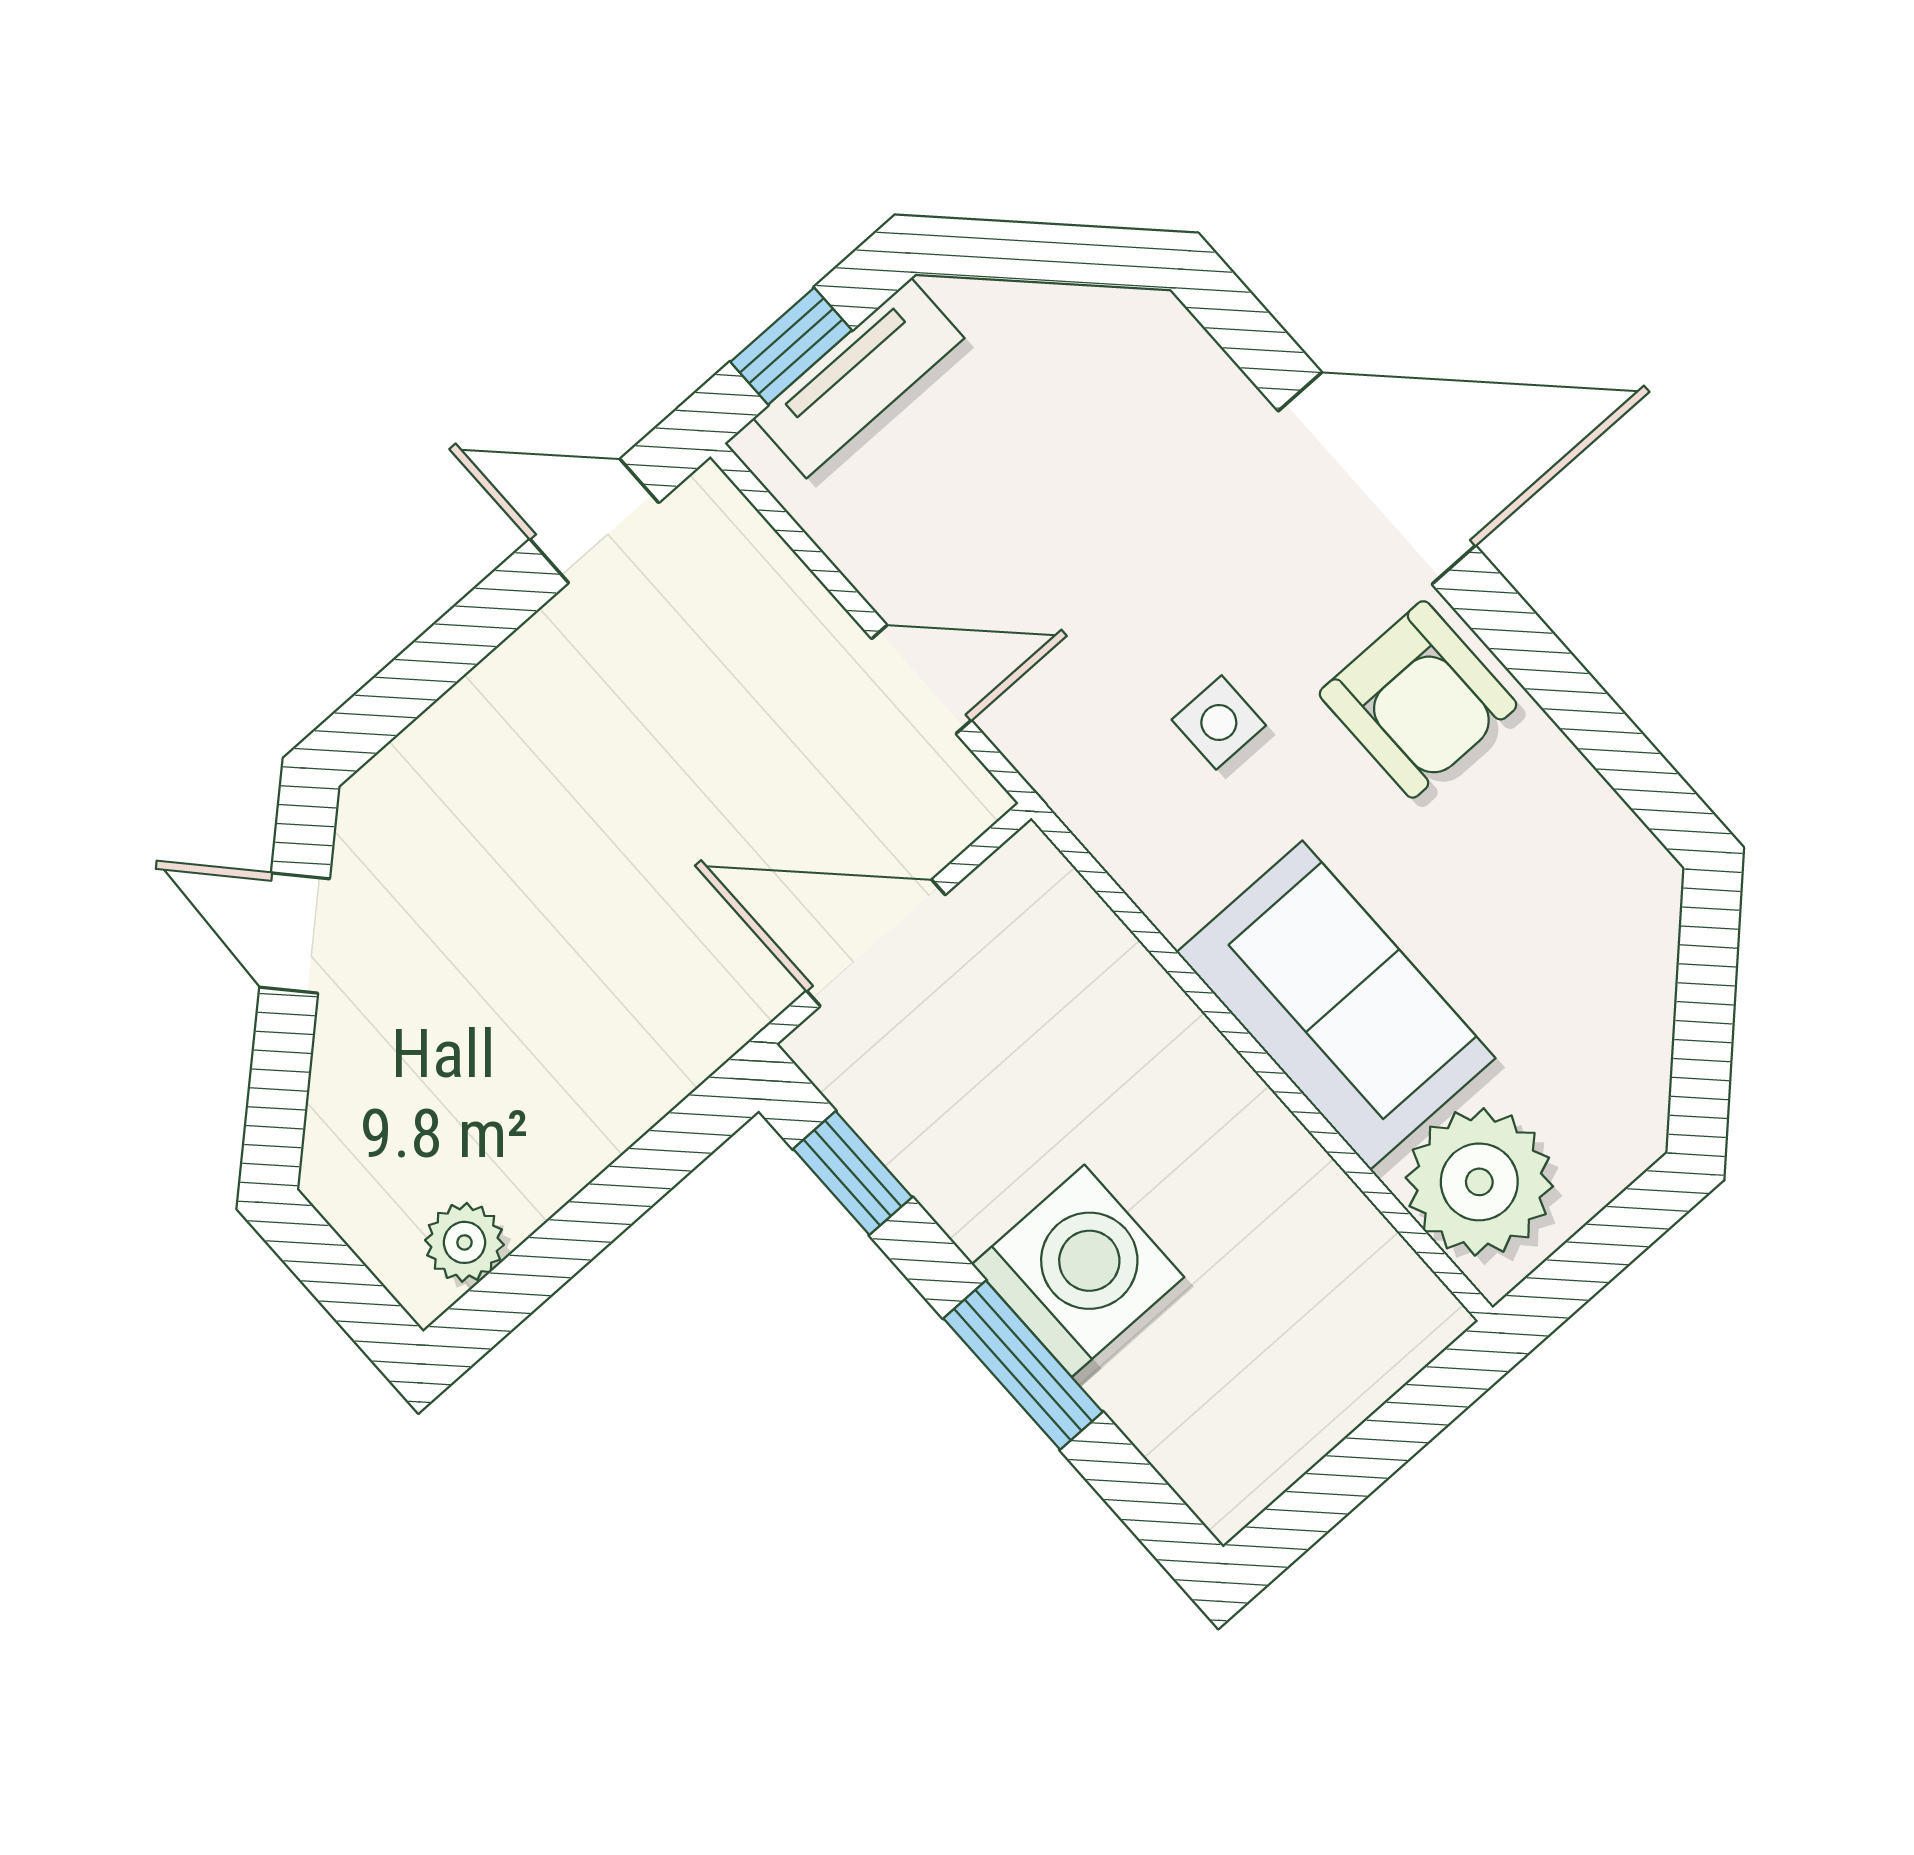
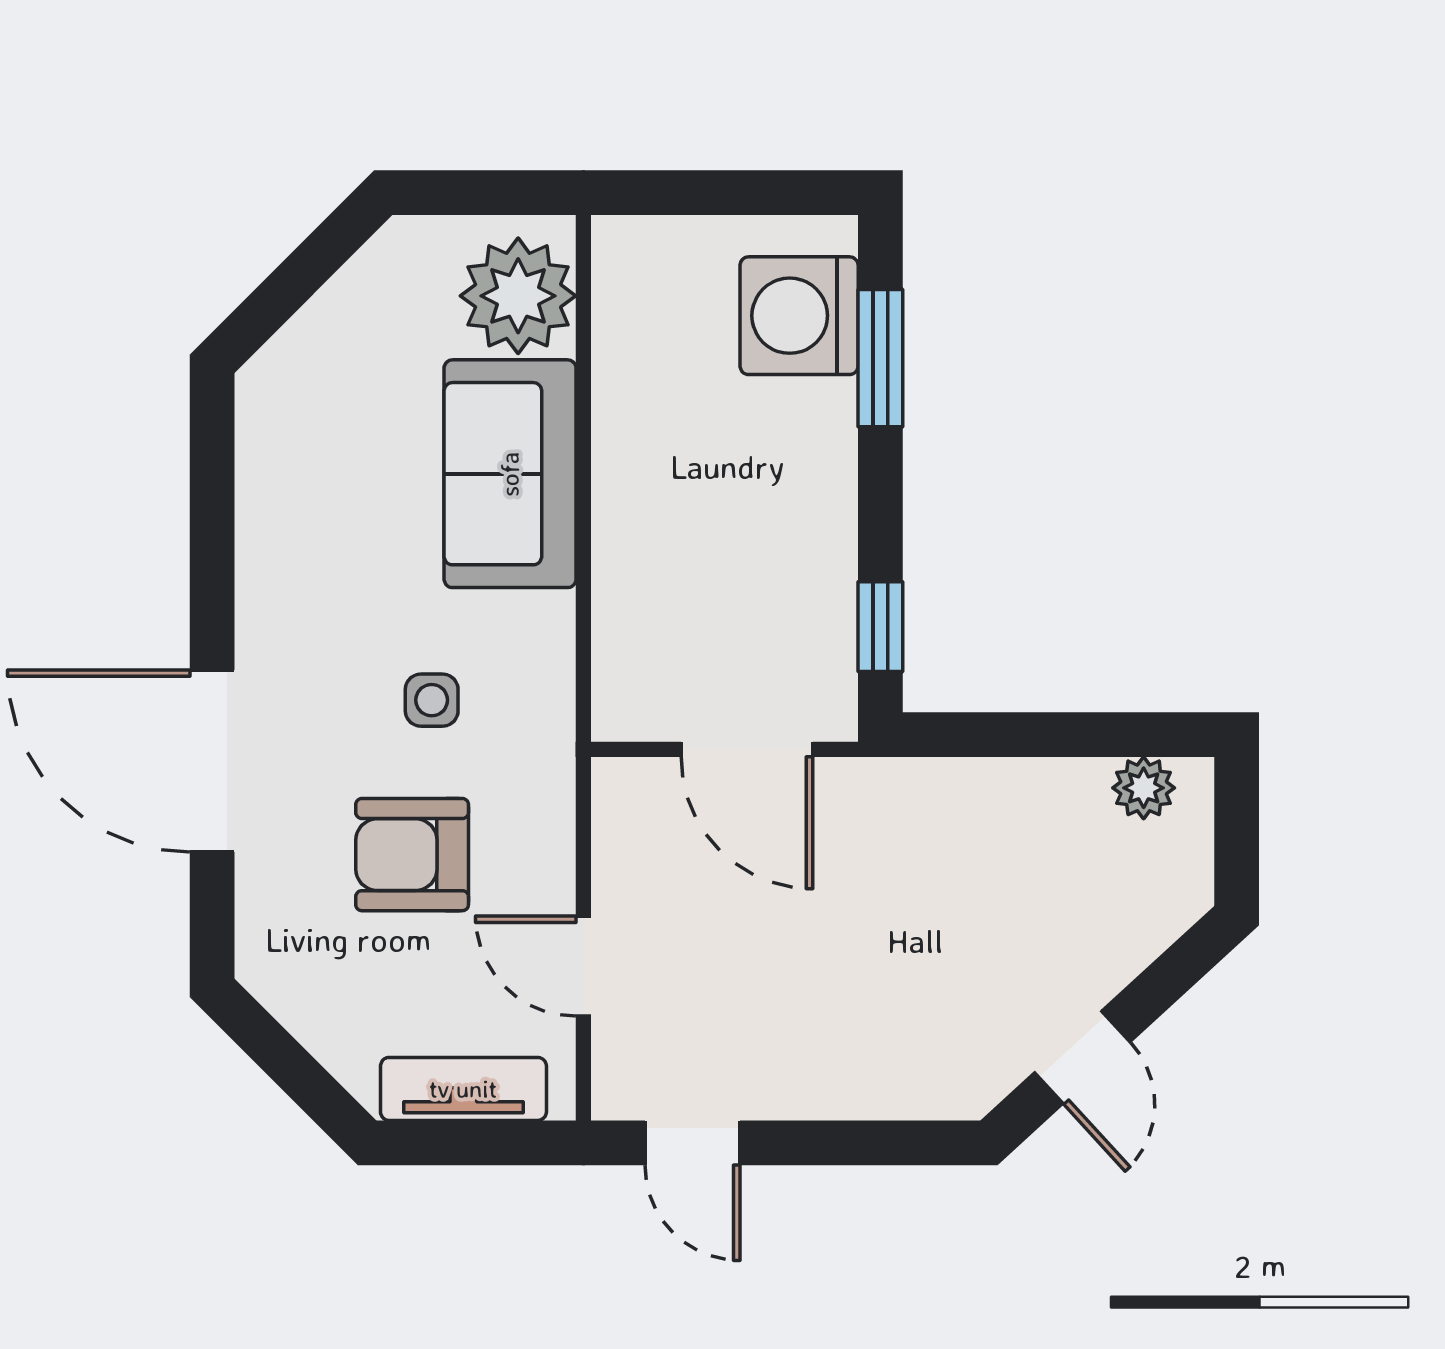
window: (791, 346) -> (486, 1143), removed
door: (921, 679) -> (583, 966), moved
armchair: (1418, 699) -> (412, 855), moved, turned -90
washing machine: (1078, 1271) -> (799, 316), moved
window: (1023, 1365) -> (880, 358), moved

